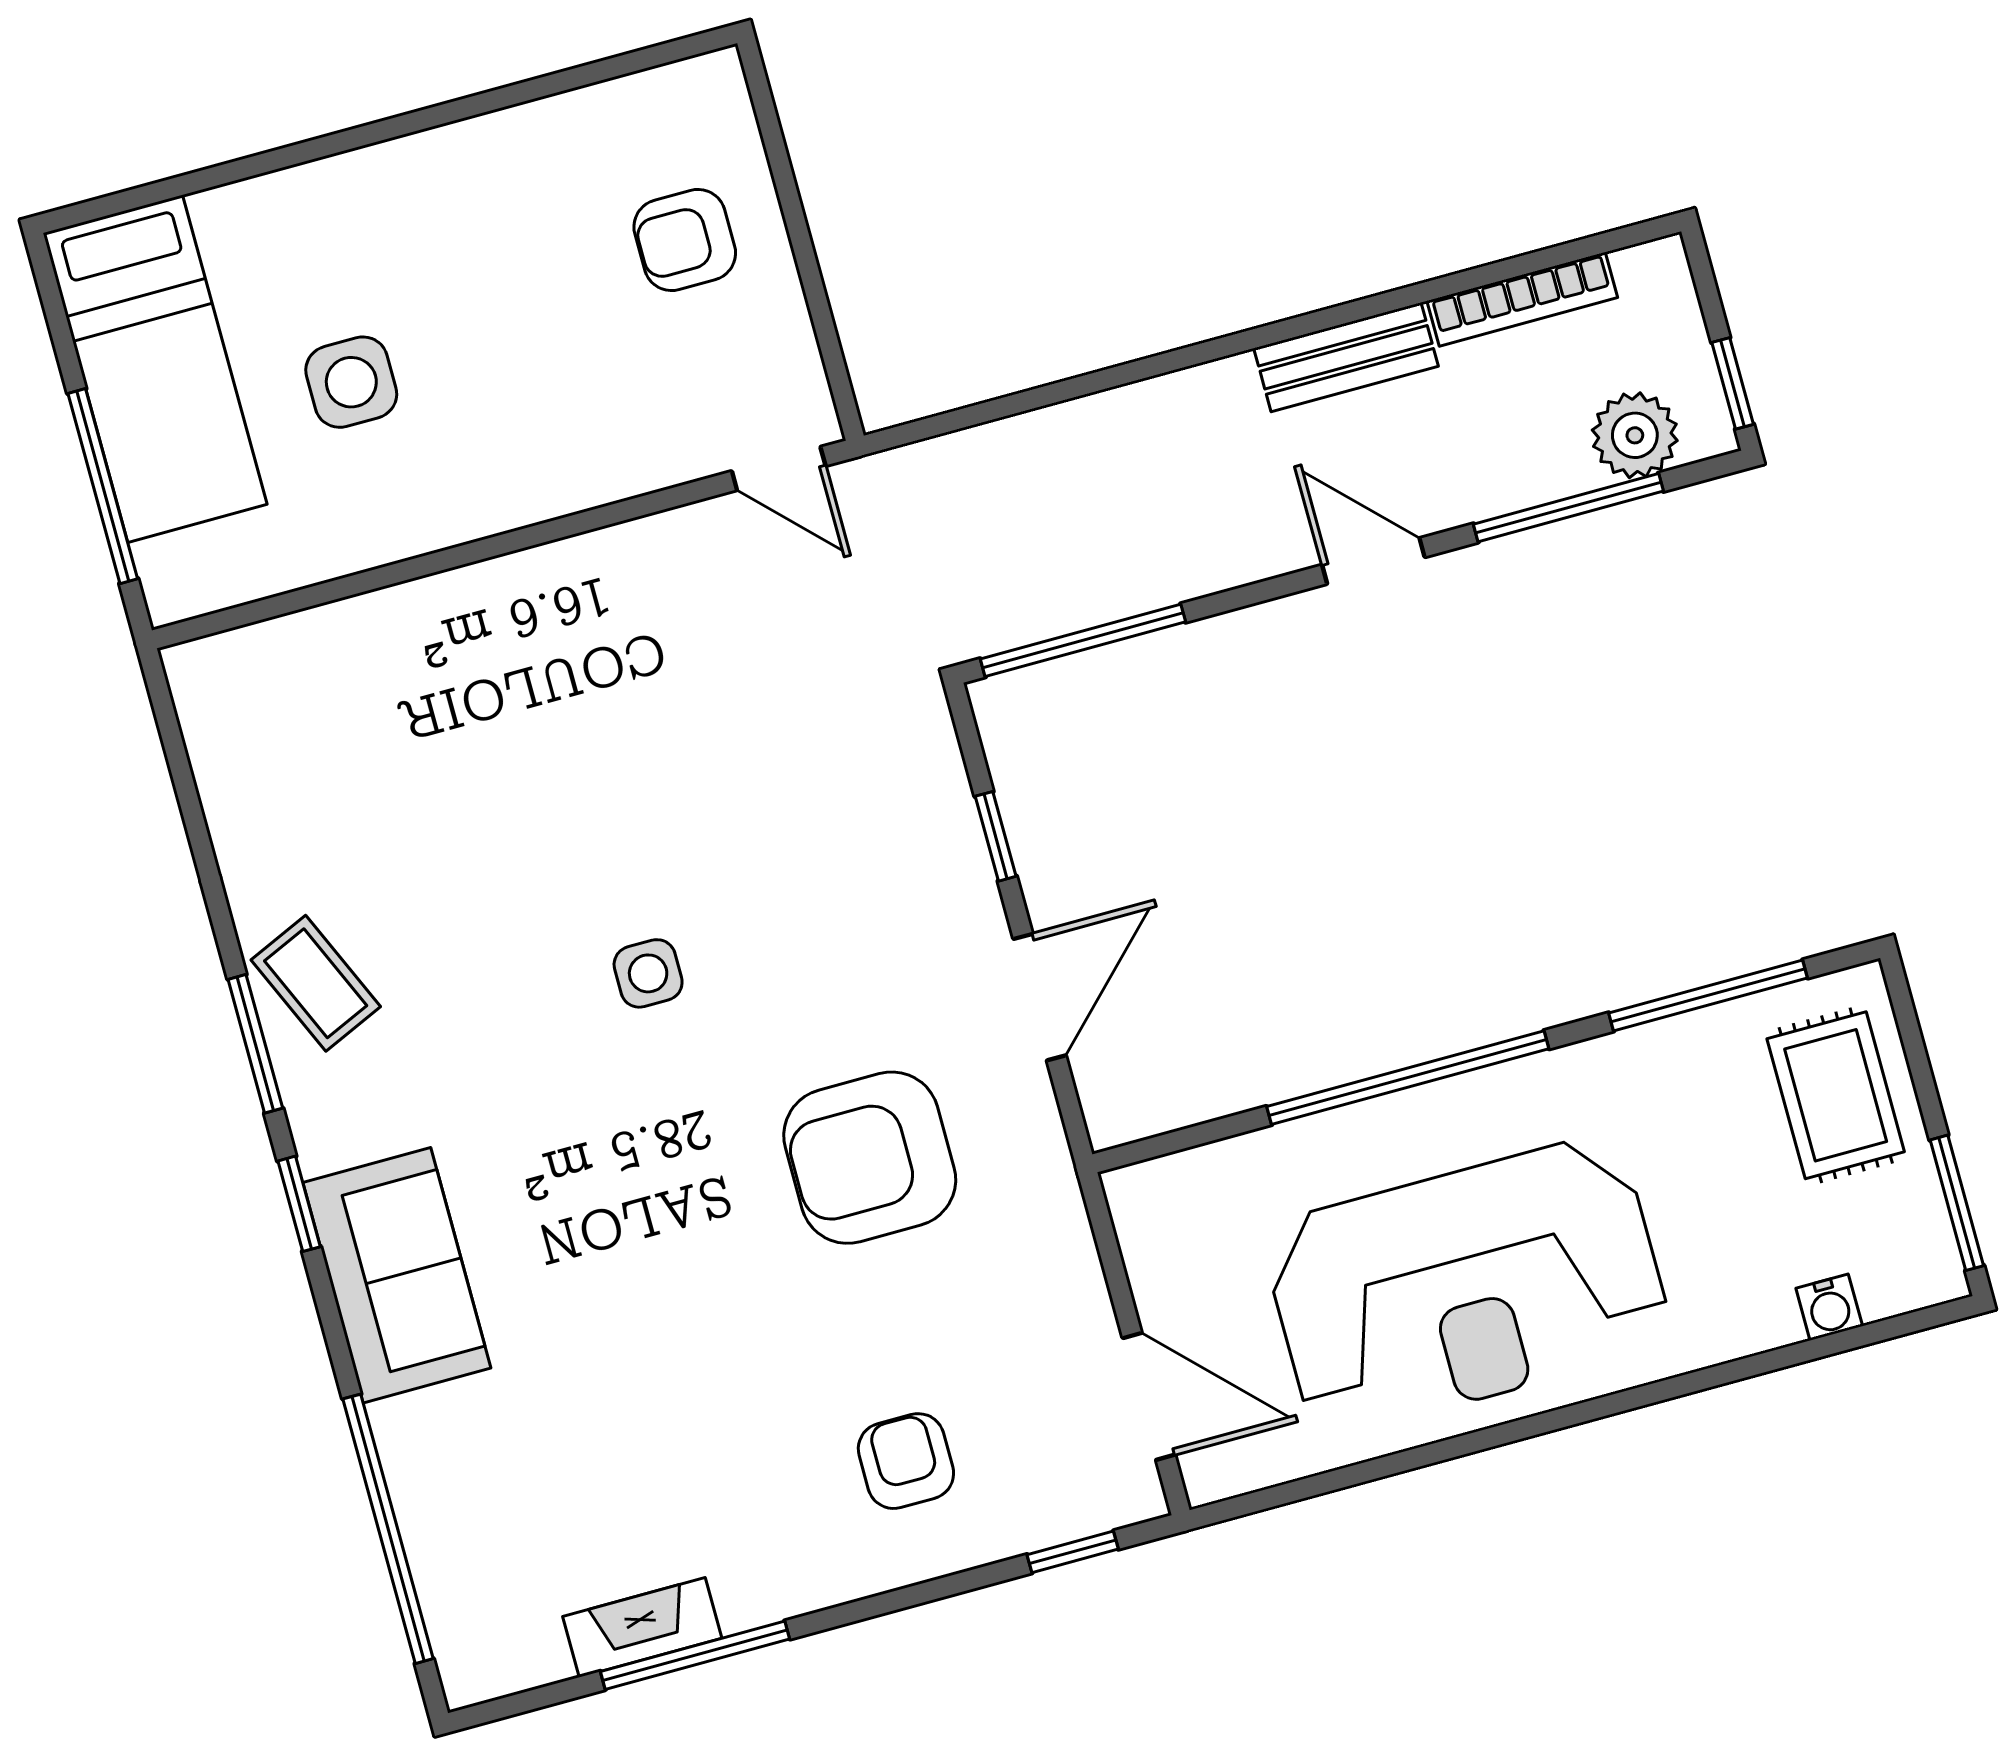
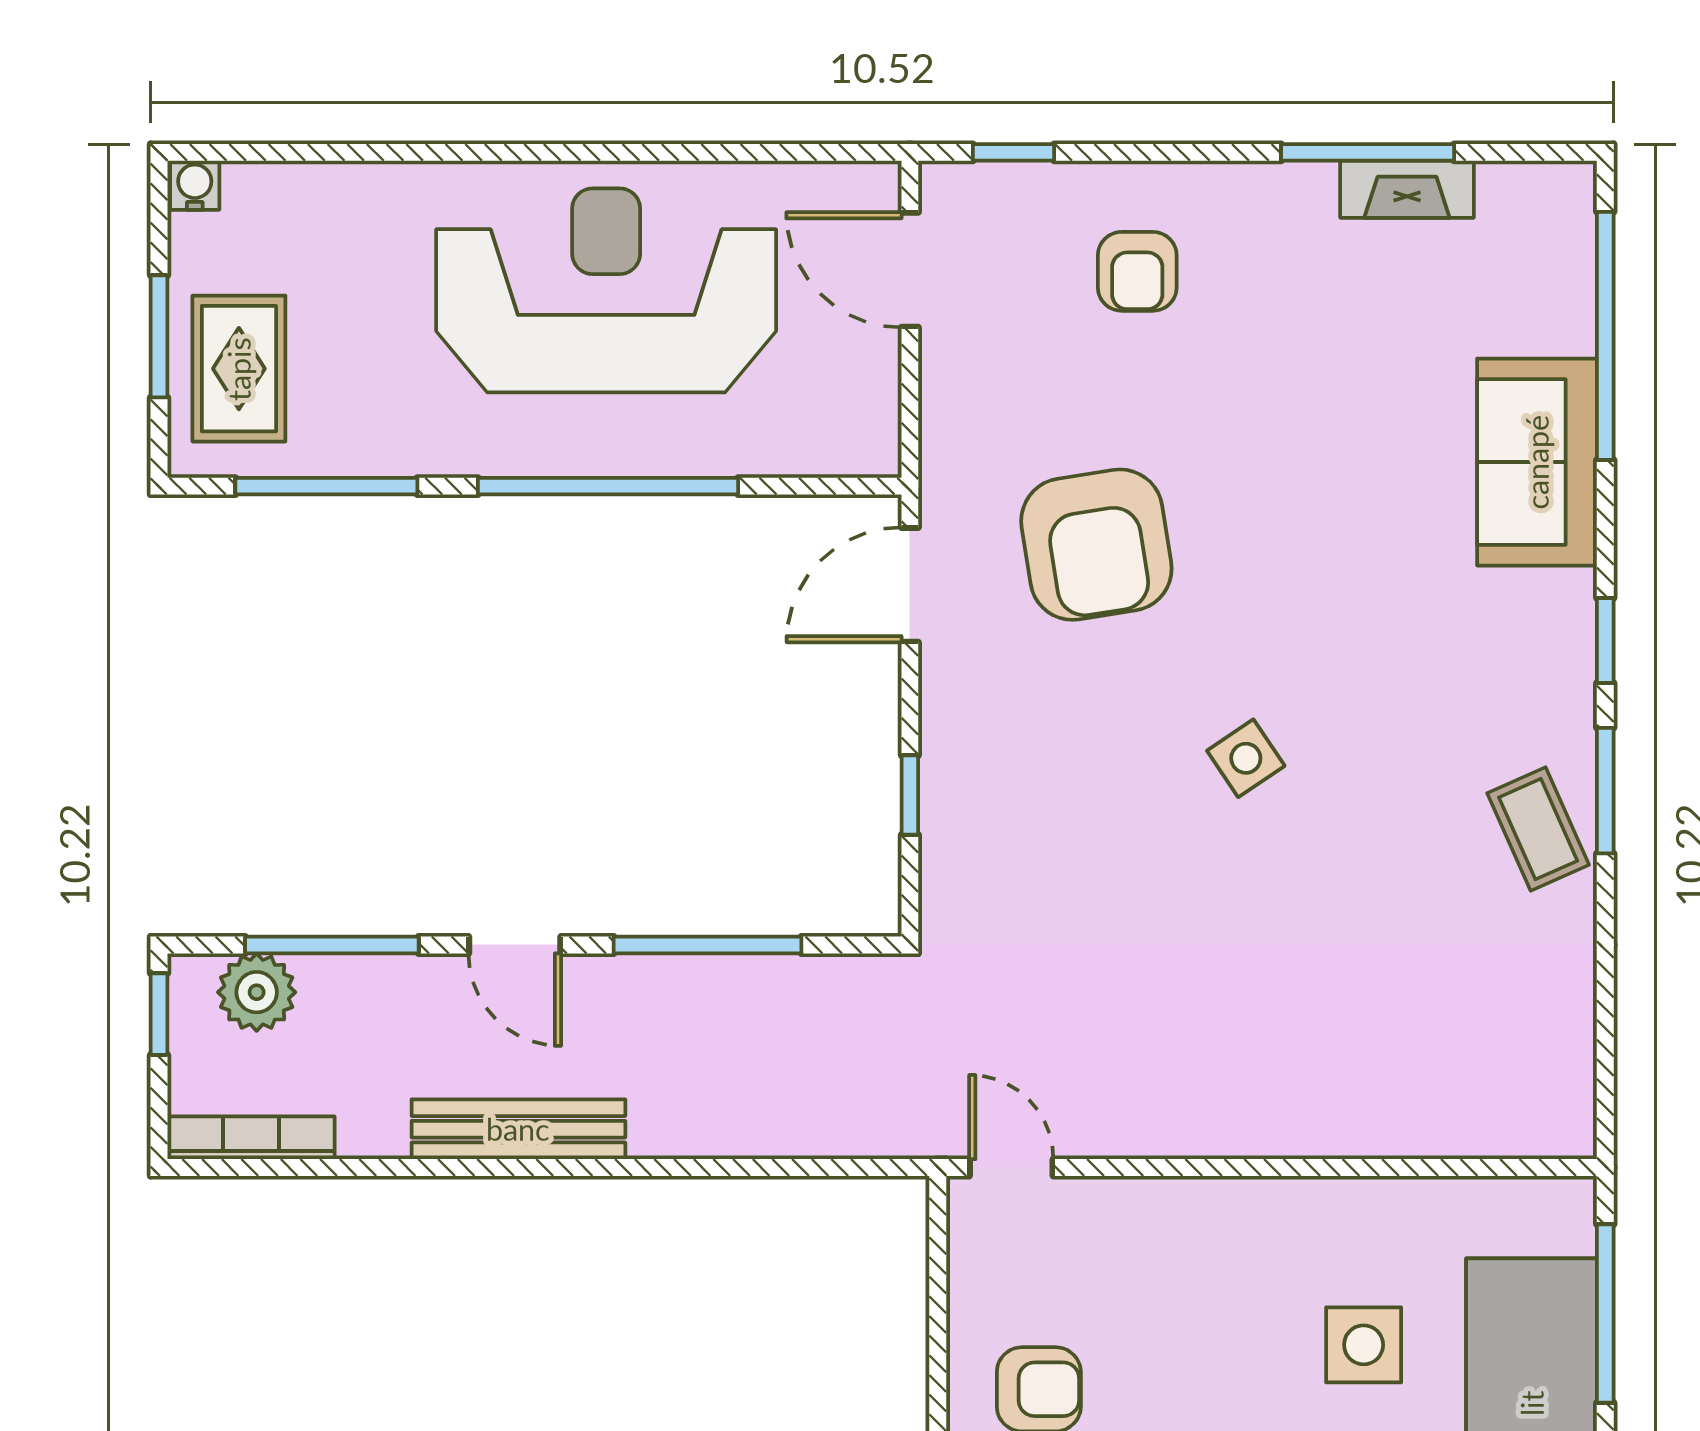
bookcase: (1522, 299) -> (251, 1138), moved
bench: (1346, 357) -> (518, 1129), width x1.36
window: (1083, 640) -> (708, 945), moved
side table: (648, 973) -> (1246, 758), turned -34
door: (1040, 997) -> (910, 585), moved
armchair: (870, 1158) -> (1096, 545), turned 81
window: (1957, 1203) -> (159, 336), moved
sofa: (397, 1275) -> (1537, 462), moved
water cooler: (1829, 1307) -> (195, 185), moved

